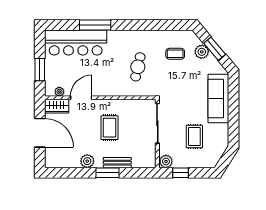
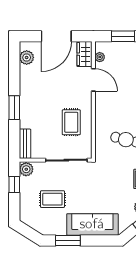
window: (234, 122) -> (68, 240), added
rug: (109, 128) -> (71, 122), moved, turned 90
plant: (87, 161) -> (27, 57), moved
bench: (117, 163) -> (25, 144), moved

